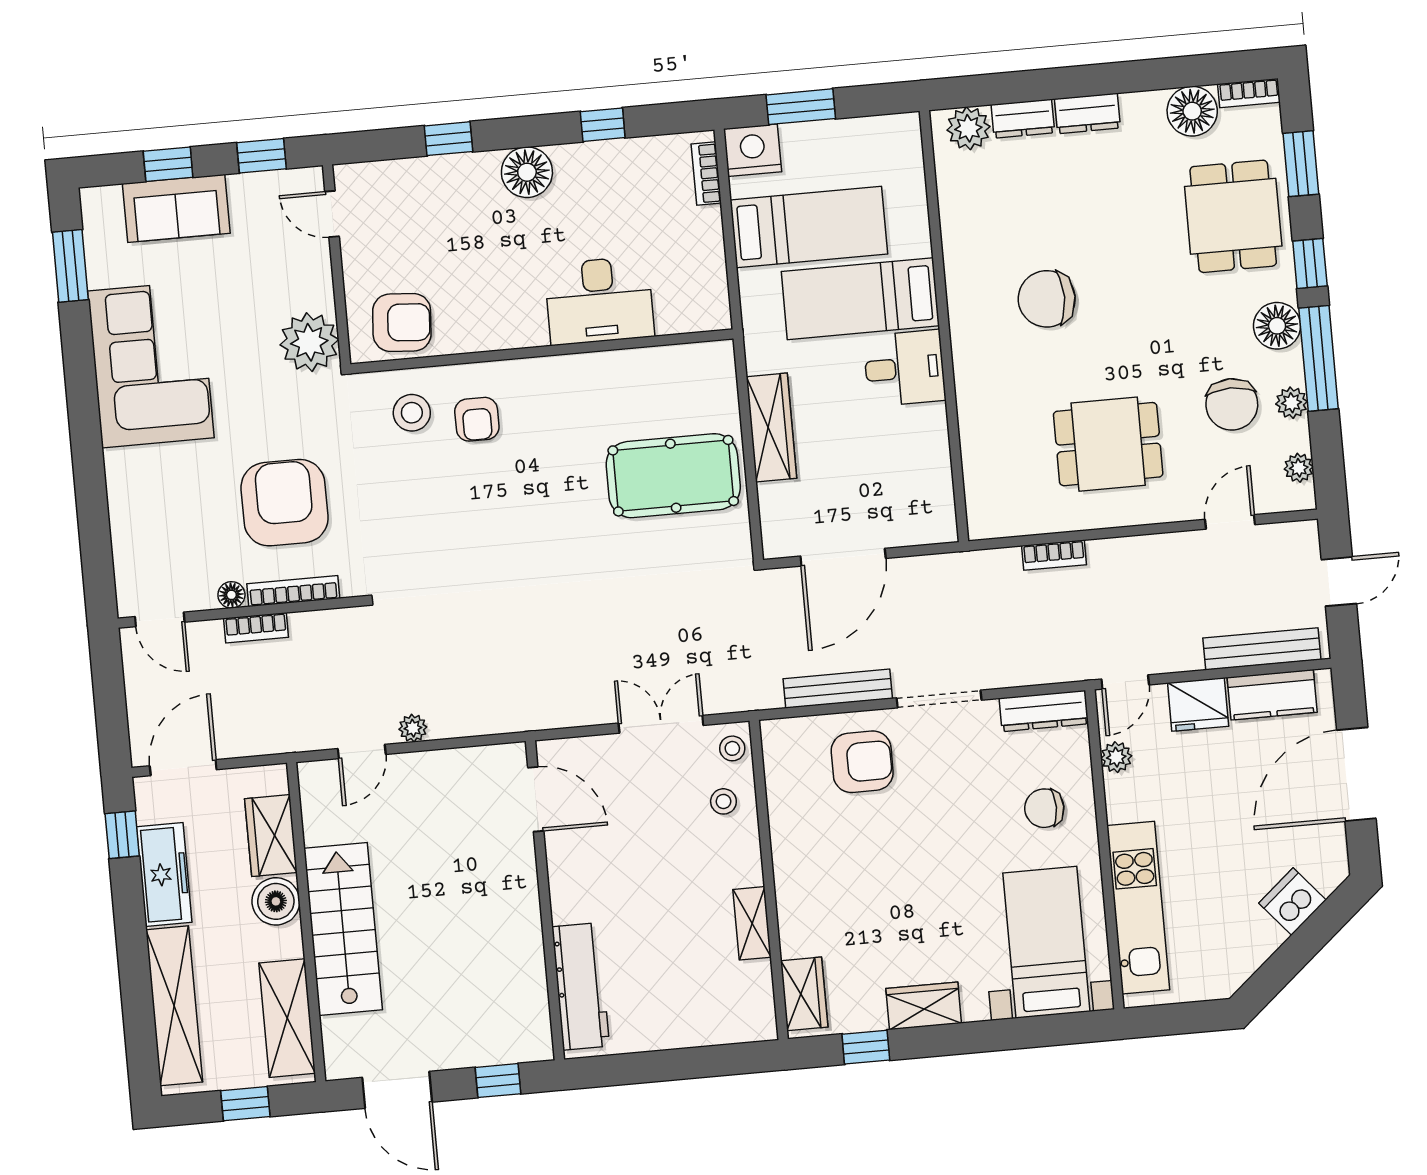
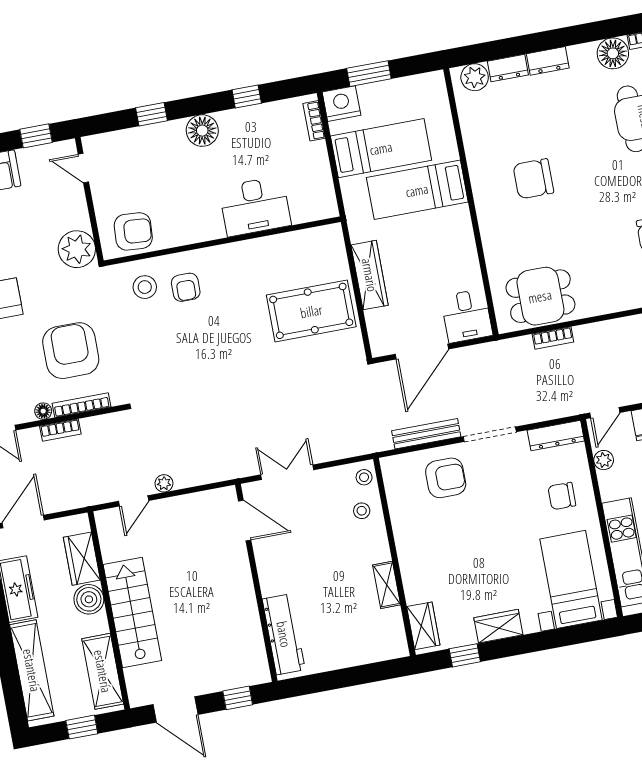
desk: (905, 368) -> (467, 316), moved, turned 90
dining table: (1108, 444) -> (540, 296), moved
double door: (661, 724) -> (287, 472), moved

